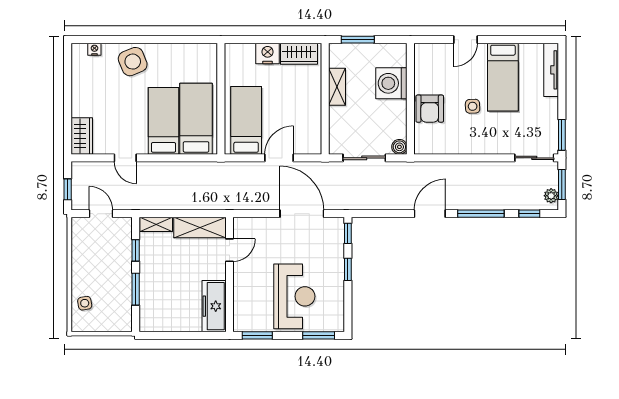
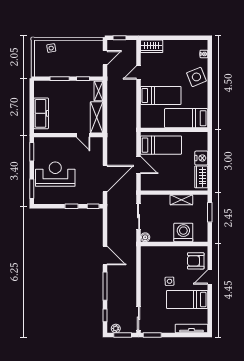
door: (465, 40) -> (210, 277), hinge flipped
armchair: (430, 109) -> (196, 261), moved
bed: (196, 119) -> (186, 118), moved, turned 180
reception desk: (294, 296) -> (55, 174), turned 180
freezer: (214, 306) -> (41, 113), moved, turned 90

